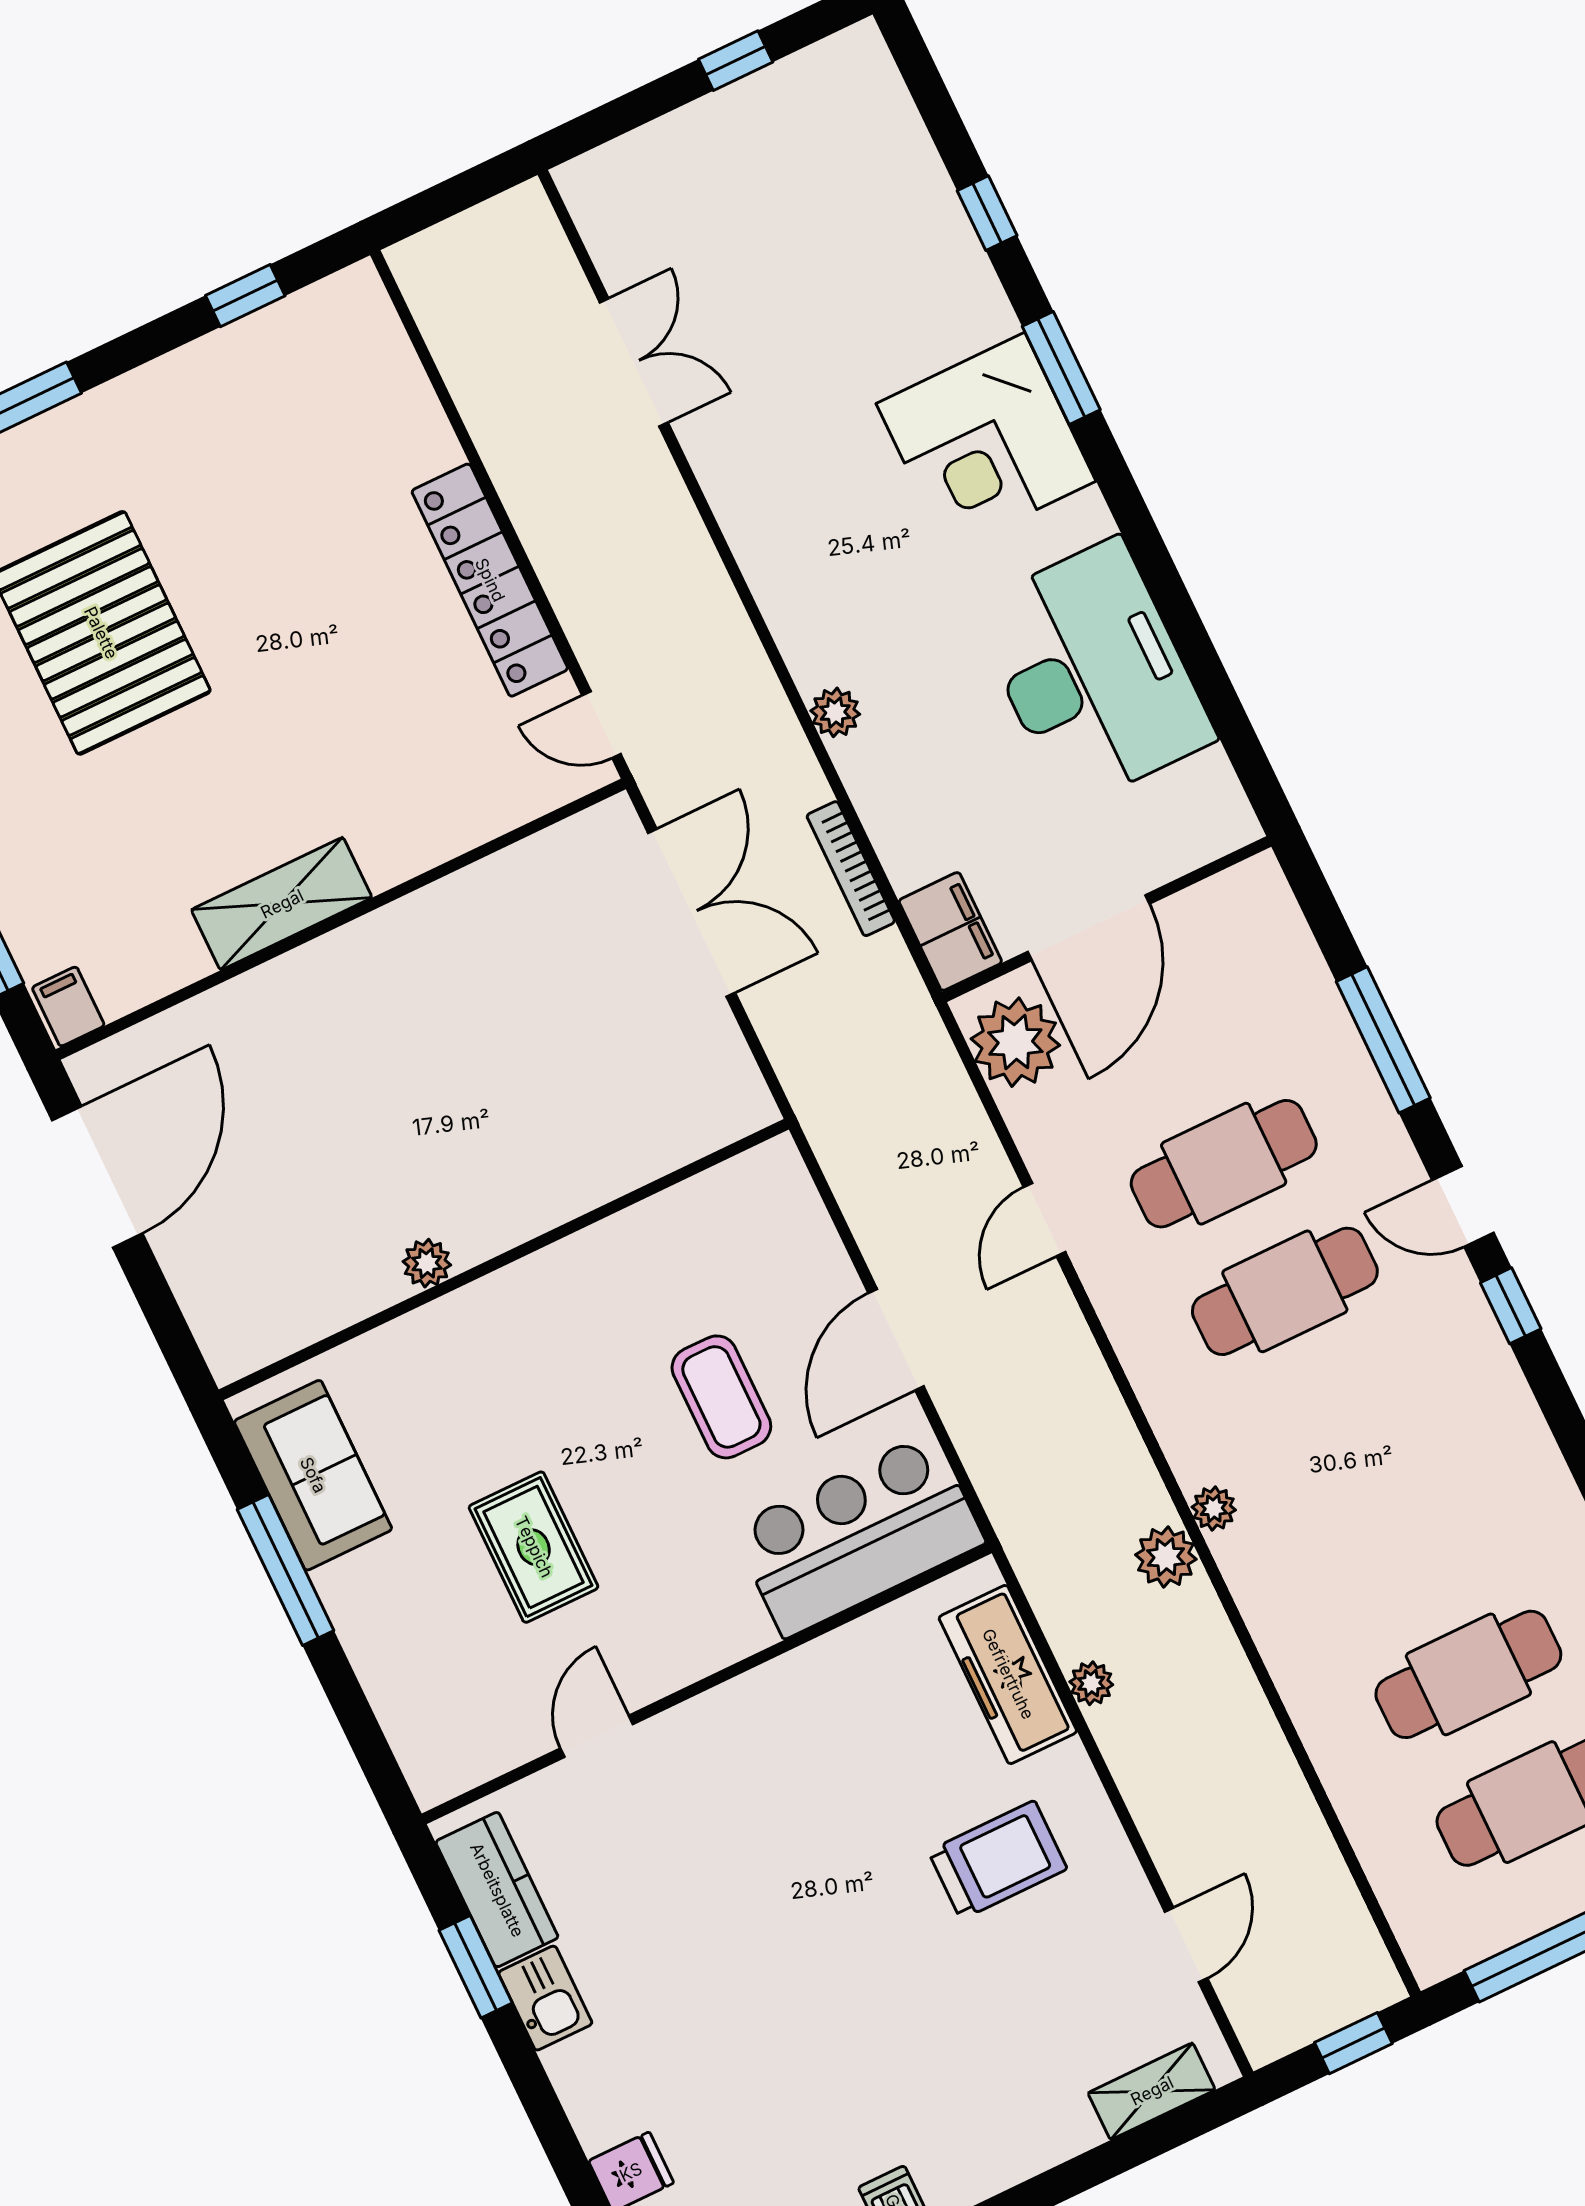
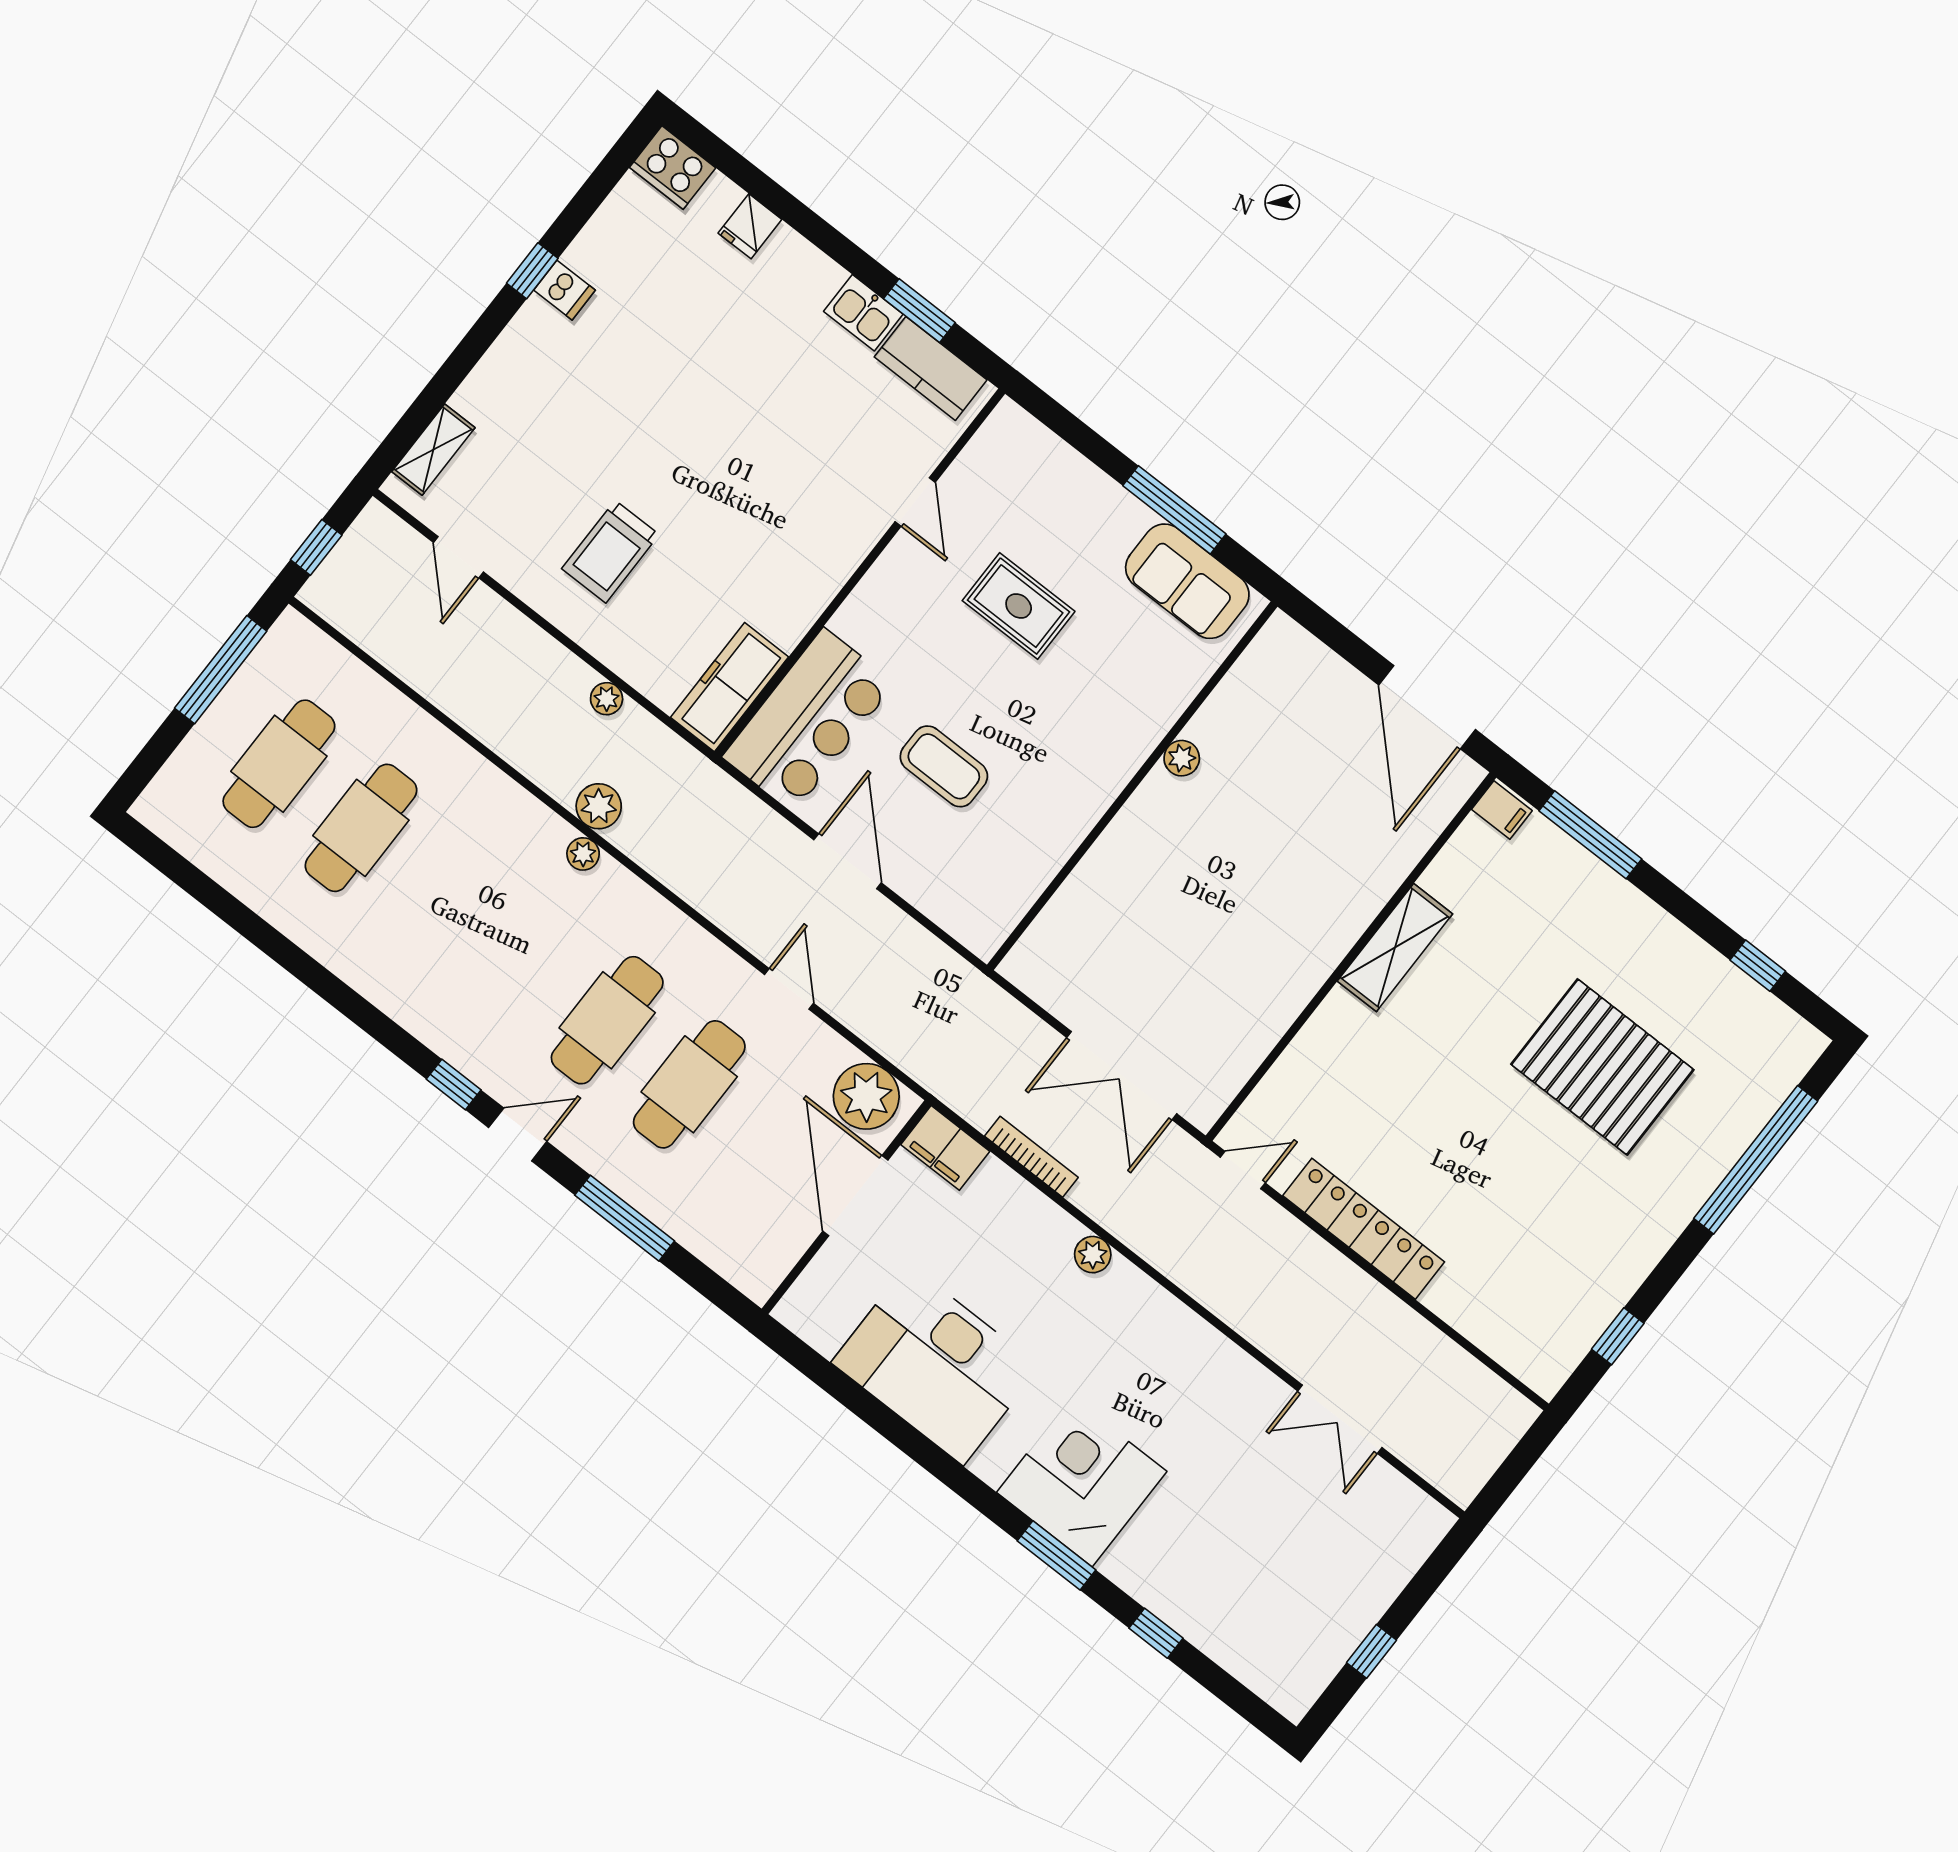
freezer: (1008, 1674) -> (730, 687), moved, turned -90

